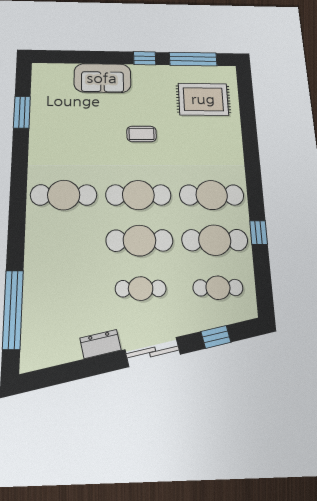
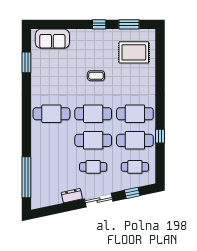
window: (193, 59) -> (129, 24), width x0.69
sofa: (102, 78) -> (52, 39), moved

